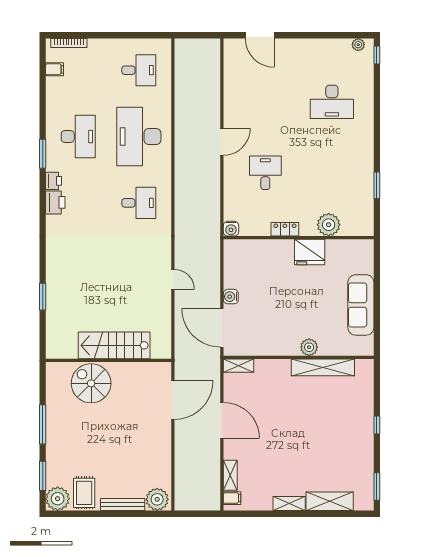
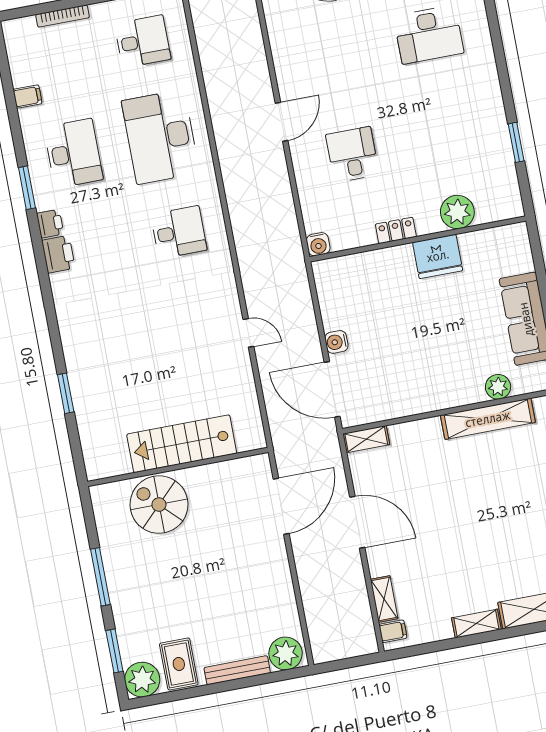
bookcase: (69, 43) -> (63, 16), moved
filing cabinet: (55, 69) -> (27, 96), moved
plant: (309, 347) -> (498, 387), moved

